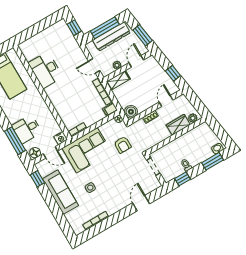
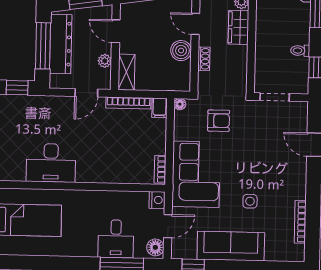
boiler: (131, 112) -> (181, 51), moved

